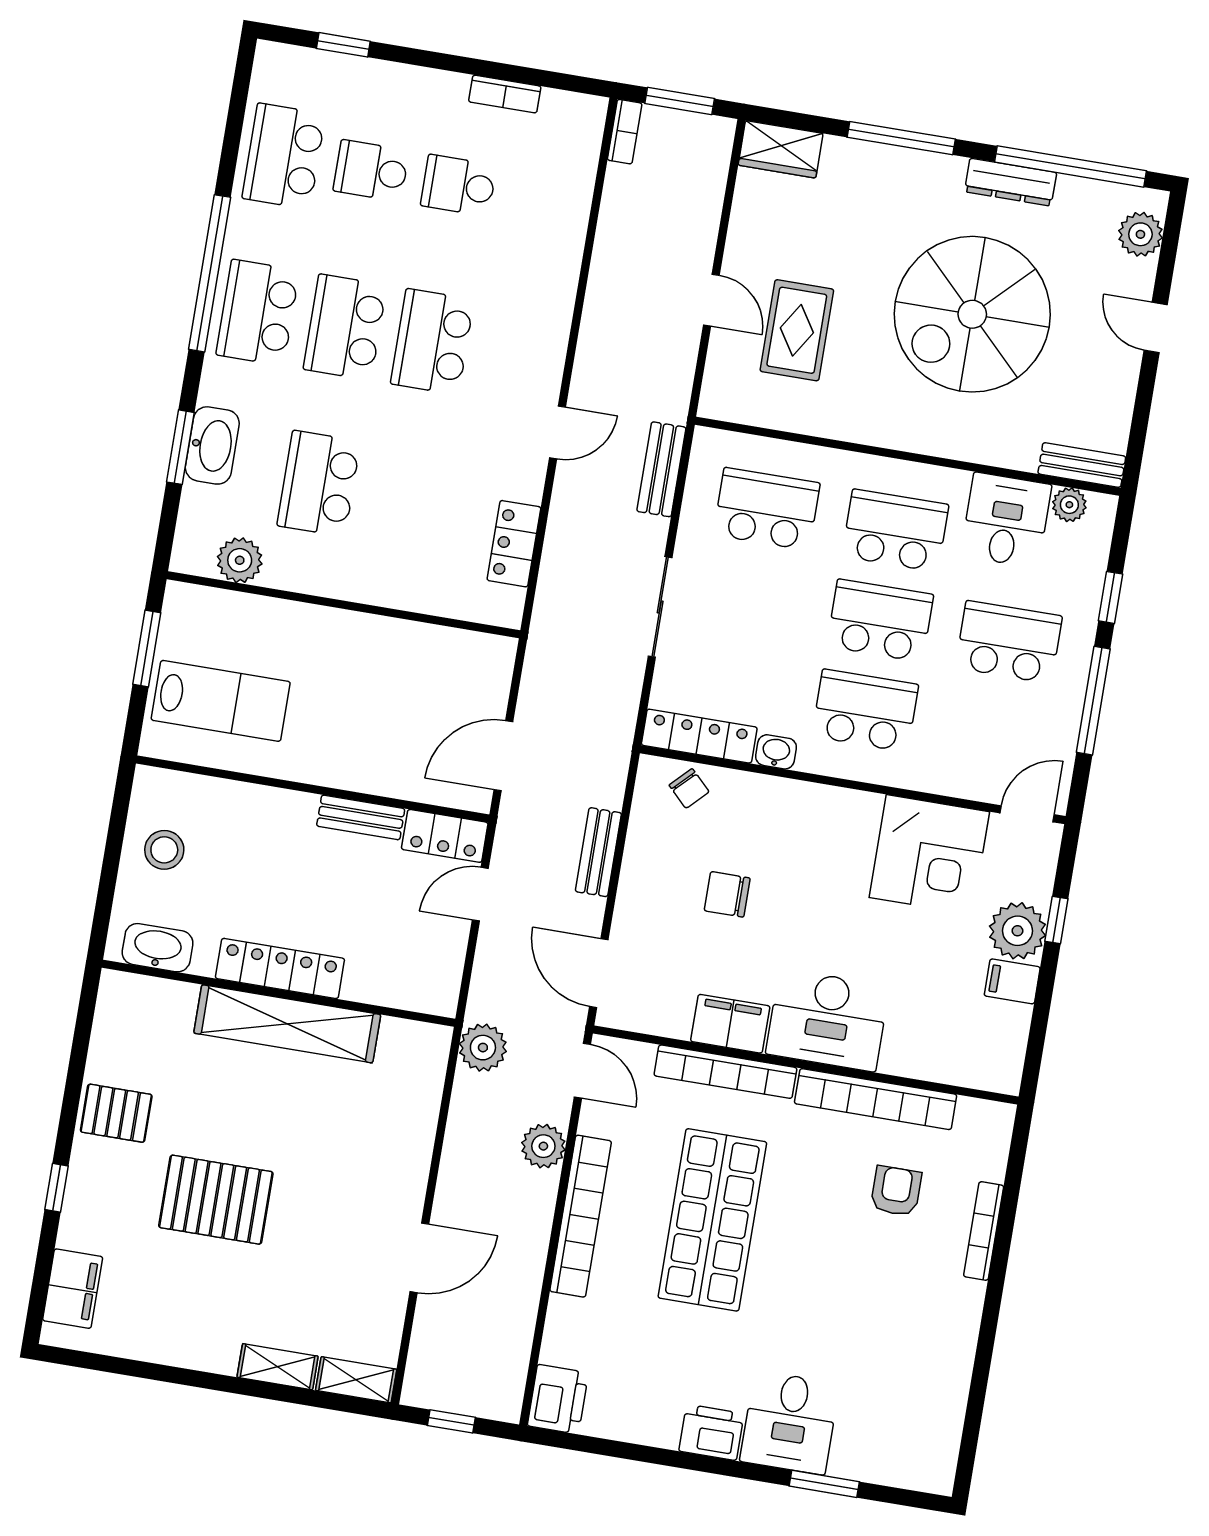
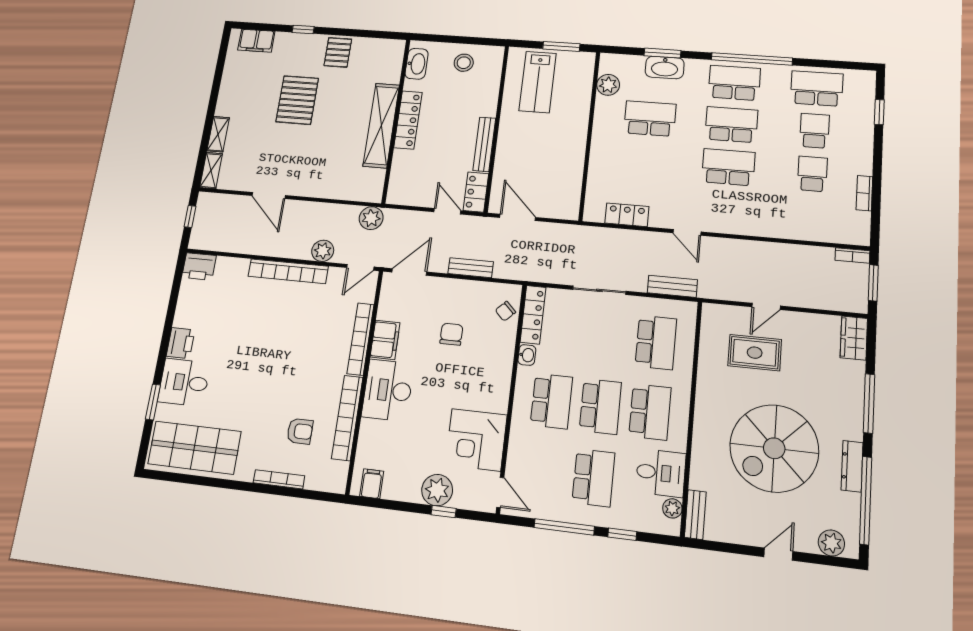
spiral stairs: (972, 314) -> (774, 448), turned -90
bench: (361, 817) -> (484, 144), width x1.36
filing cabinet: (1012, 981) -> (372, 484), moved
shop shelf: (712, 1220) -> (194, 448), moved

